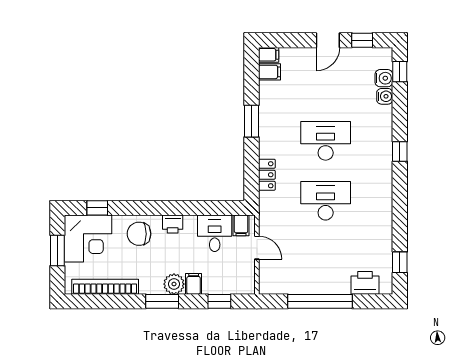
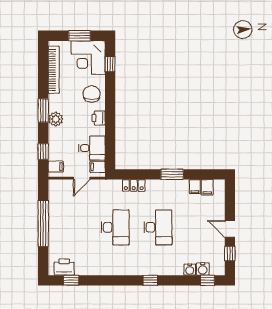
filing cabinet: (269, 55) -> (195, 187), moved
printer: (365, 283) -> (64, 267), moved, turned -90
filing cabinet: (194, 284) -> (56, 167), moved

